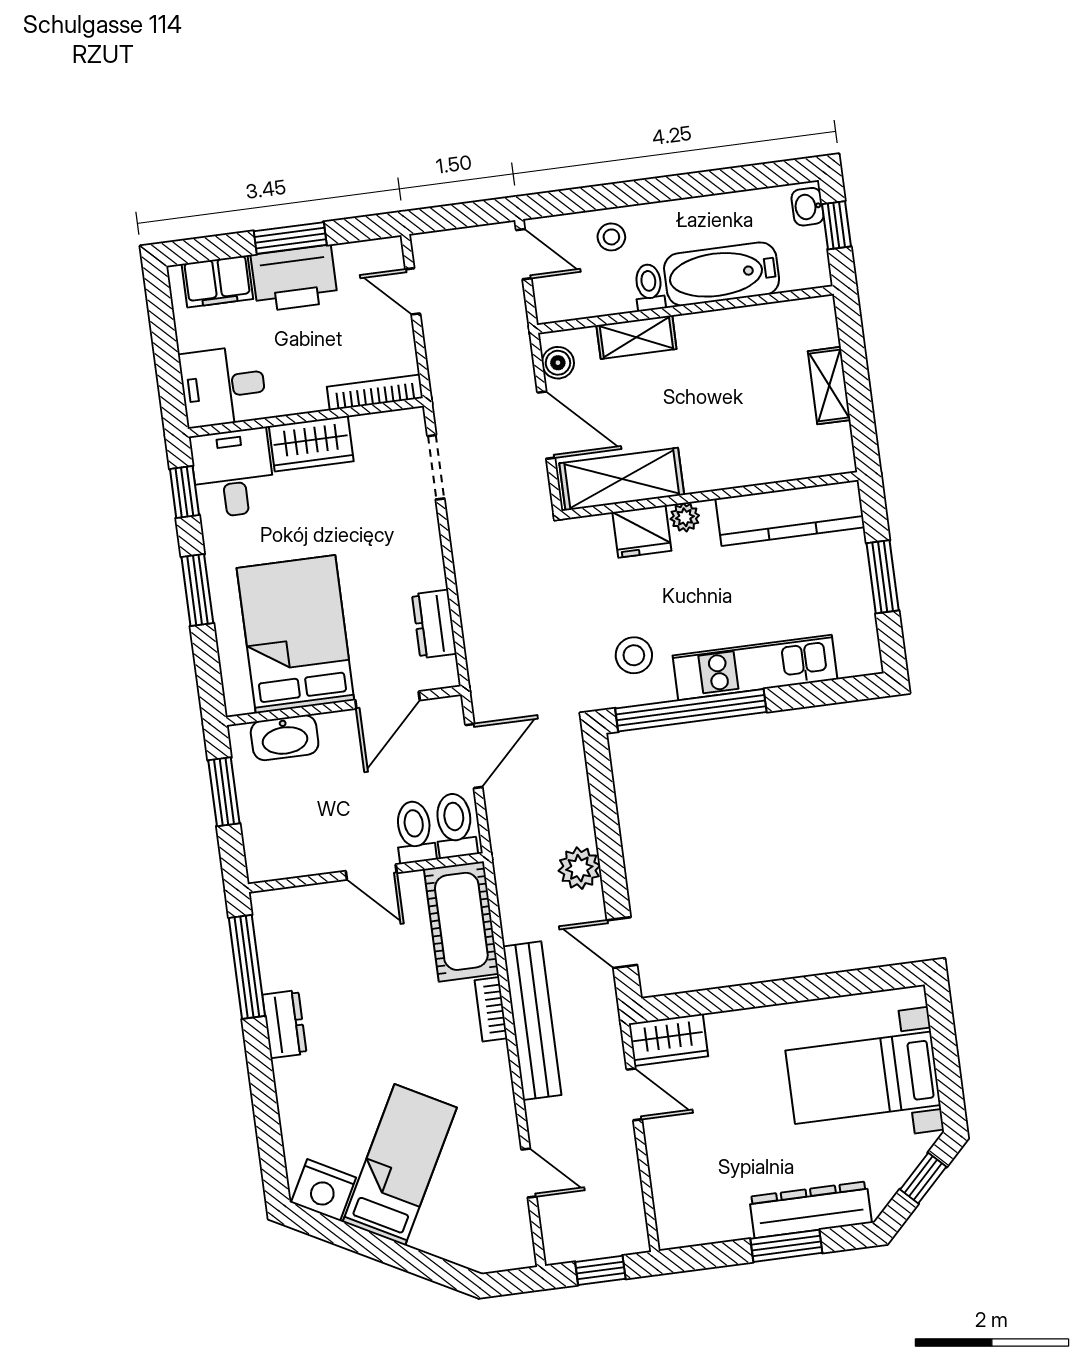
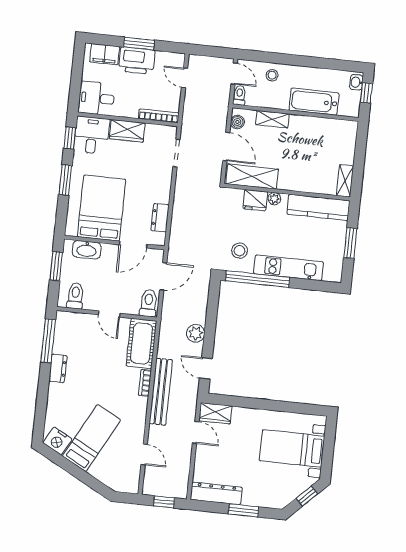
toilet: (649, 287) -> (239, 95), moved
shelving: (829, 386) -> (345, 181), moved
toilet: (415, 832) -> (75, 296), moved
dresser: (811, 1210) -> (216, 493), moved

